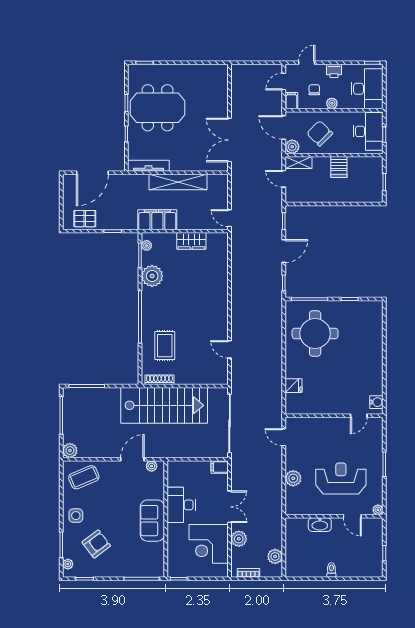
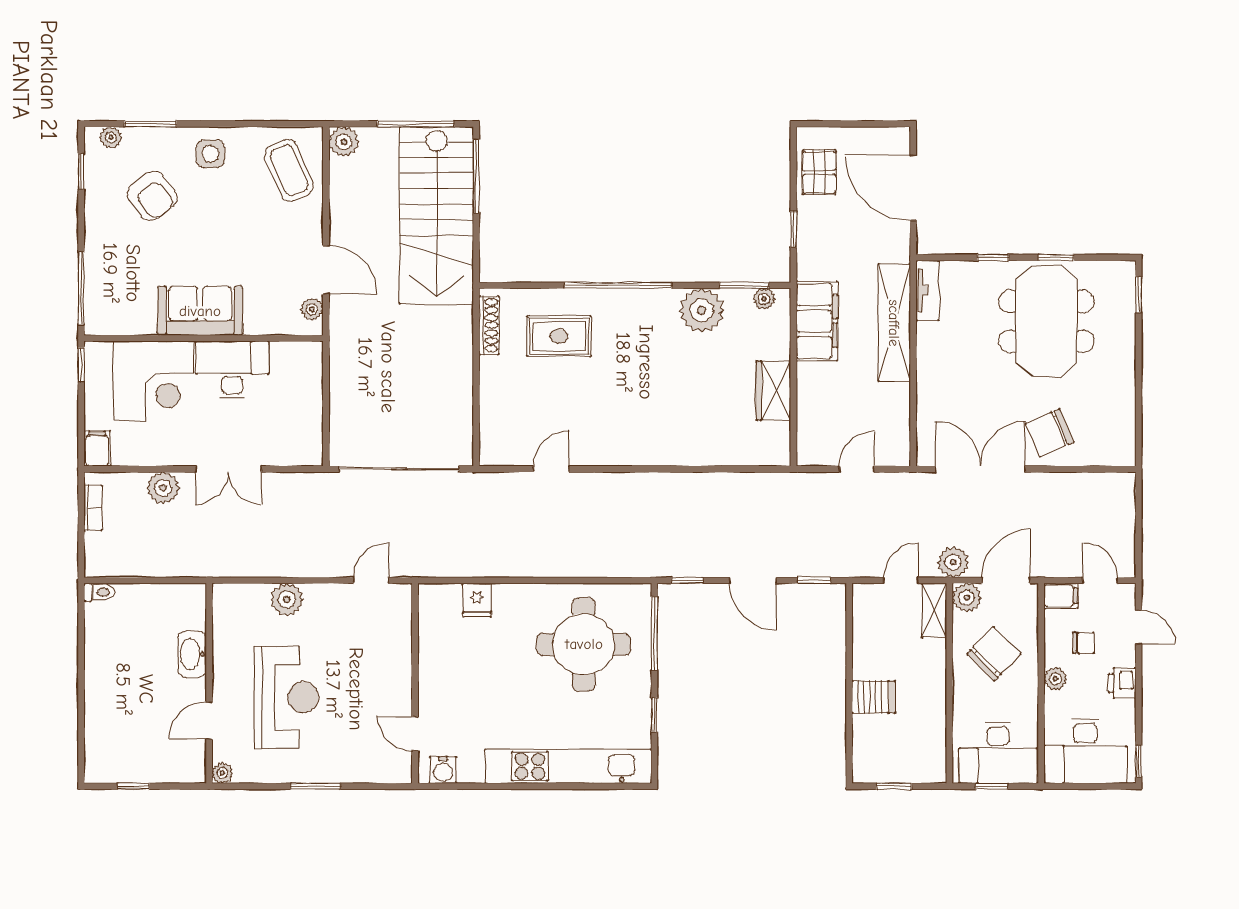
chair: (212, 106) -> (1050, 433), added
tv unit: (148, 166) -> (927, 290), width x0.71
server rack: (339, 167) -> (874, 697), moved, turned 180
shelving: (178, 182) -> (894, 323), moved
door: (230, 218) -> (857, 469), moved
kitchen unit: (375, 341) -> (568, 766), added
stairs: (164, 405) -> (436, 215), moved
filing cabinet: (220, 467) -> (97, 449), moved
corner desk: (209, 544) -> (153, 381), moved, turned 180
plant: (275, 556) -> (953, 562), moved
toilet: (331, 570) -> (99, 592), moved

